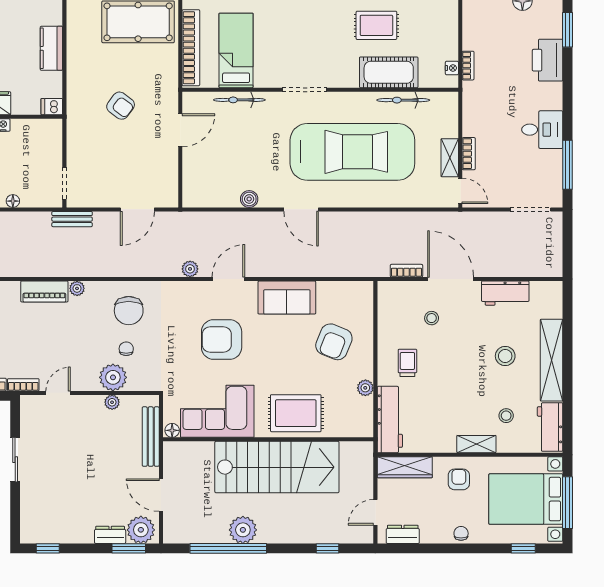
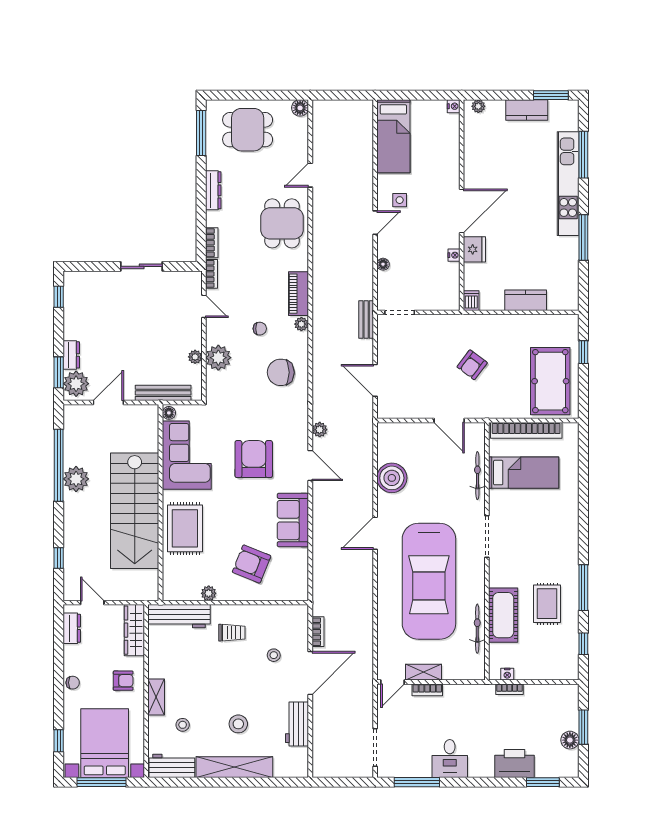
boiler: (249, 199) -> (392, 478), width x1.86, depth x1.86
chair: (126, 349) -> (260, 329), moved

